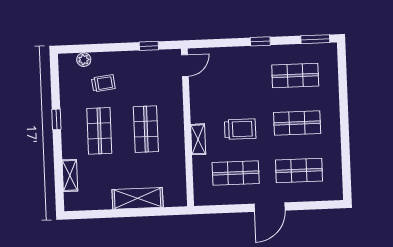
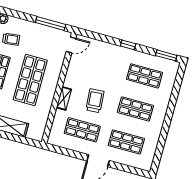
window: (149, 46) -> (51, 24), width x2.17
shop shelf: (146, 129) -> (30, 80), width x1.43, depth x1.36
trolley: (240, 129) -> (95, 101), turned -94

